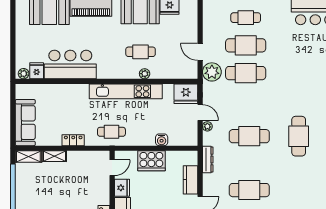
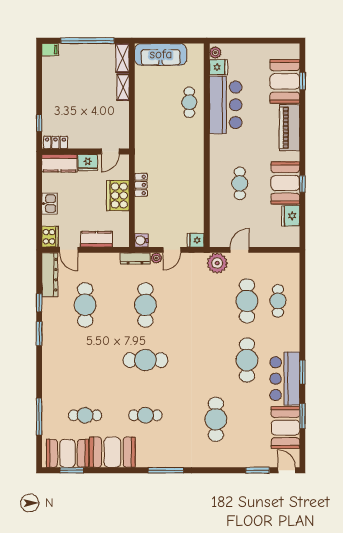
cafe table: (246, 73) -> (247, 360), moved
plant: (145, 74) -> (215, 188), removed
kitchen unit: (126, 91) -> (196, 167), removed
fridge: (186, 94) -> (196, 240), width x0.53, depth x0.75
cafe table: (111, 132) -> (189, 102), moved
locker: (73, 140) -> (141, 185), moved
water cooler: (162, 140) -> (141, 240), moved
dresser: (208, 160) -> (135, 258), moved
door: (112, 168) -> (110, 152), hinge flipped

